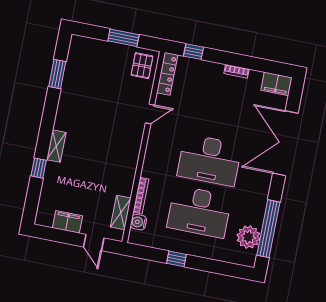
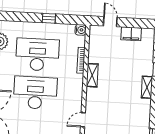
shelving: (121, 213) -> (92, 75), moved
water cooler: (138, 222) -> (81, 30), moved

